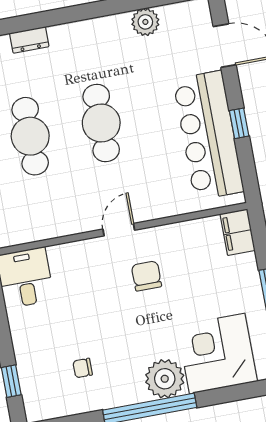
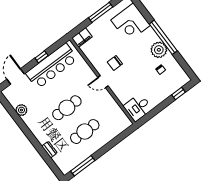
plant: (165, 379) -> (159, 50), moved

